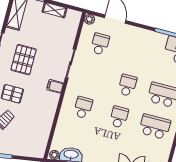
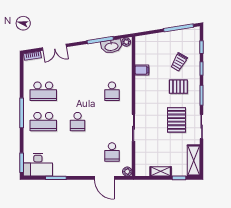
filing cabinet: (55, 86) -> (142, 70), moved
school desk: (119, 117) -> (78, 91), removed

